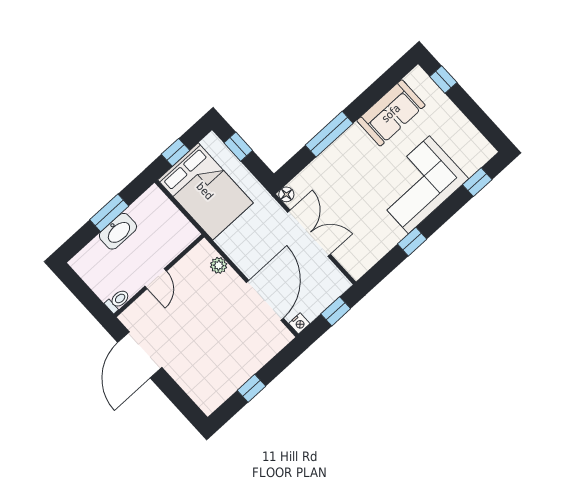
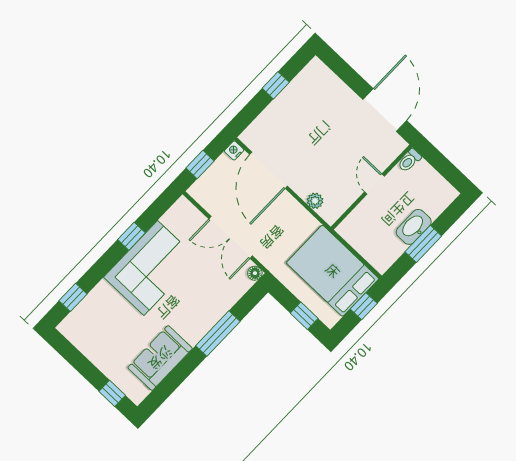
corner sofa: (419, 185) -> (151, 268), moved

